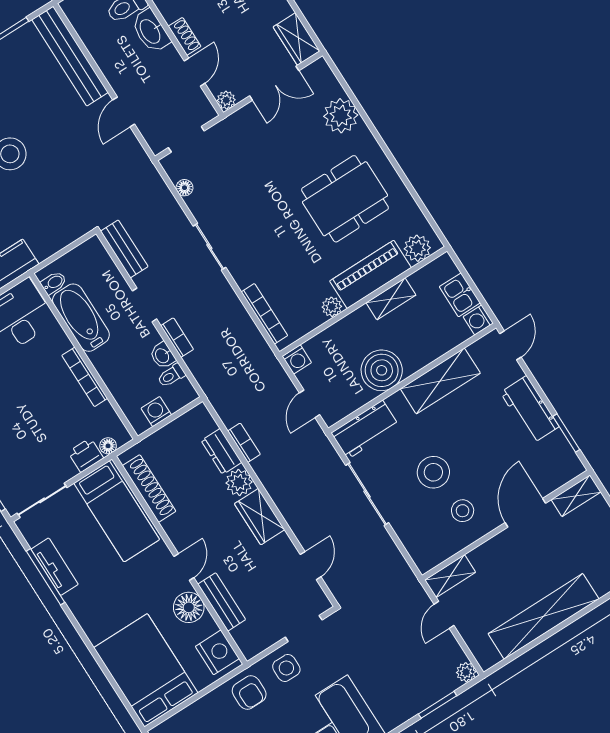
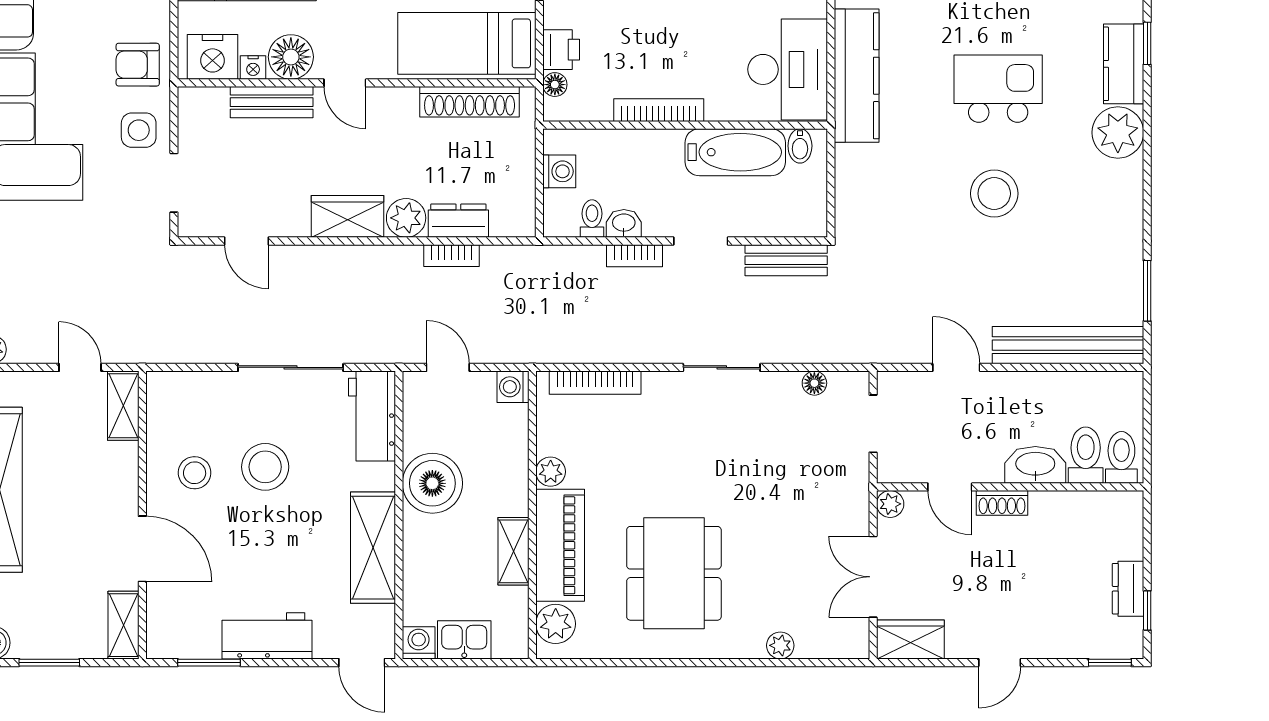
plant: (341, 116) -> (780, 645), width x0.53, depth x0.53
nightstand: (209, 625) -> (253, 67), added

